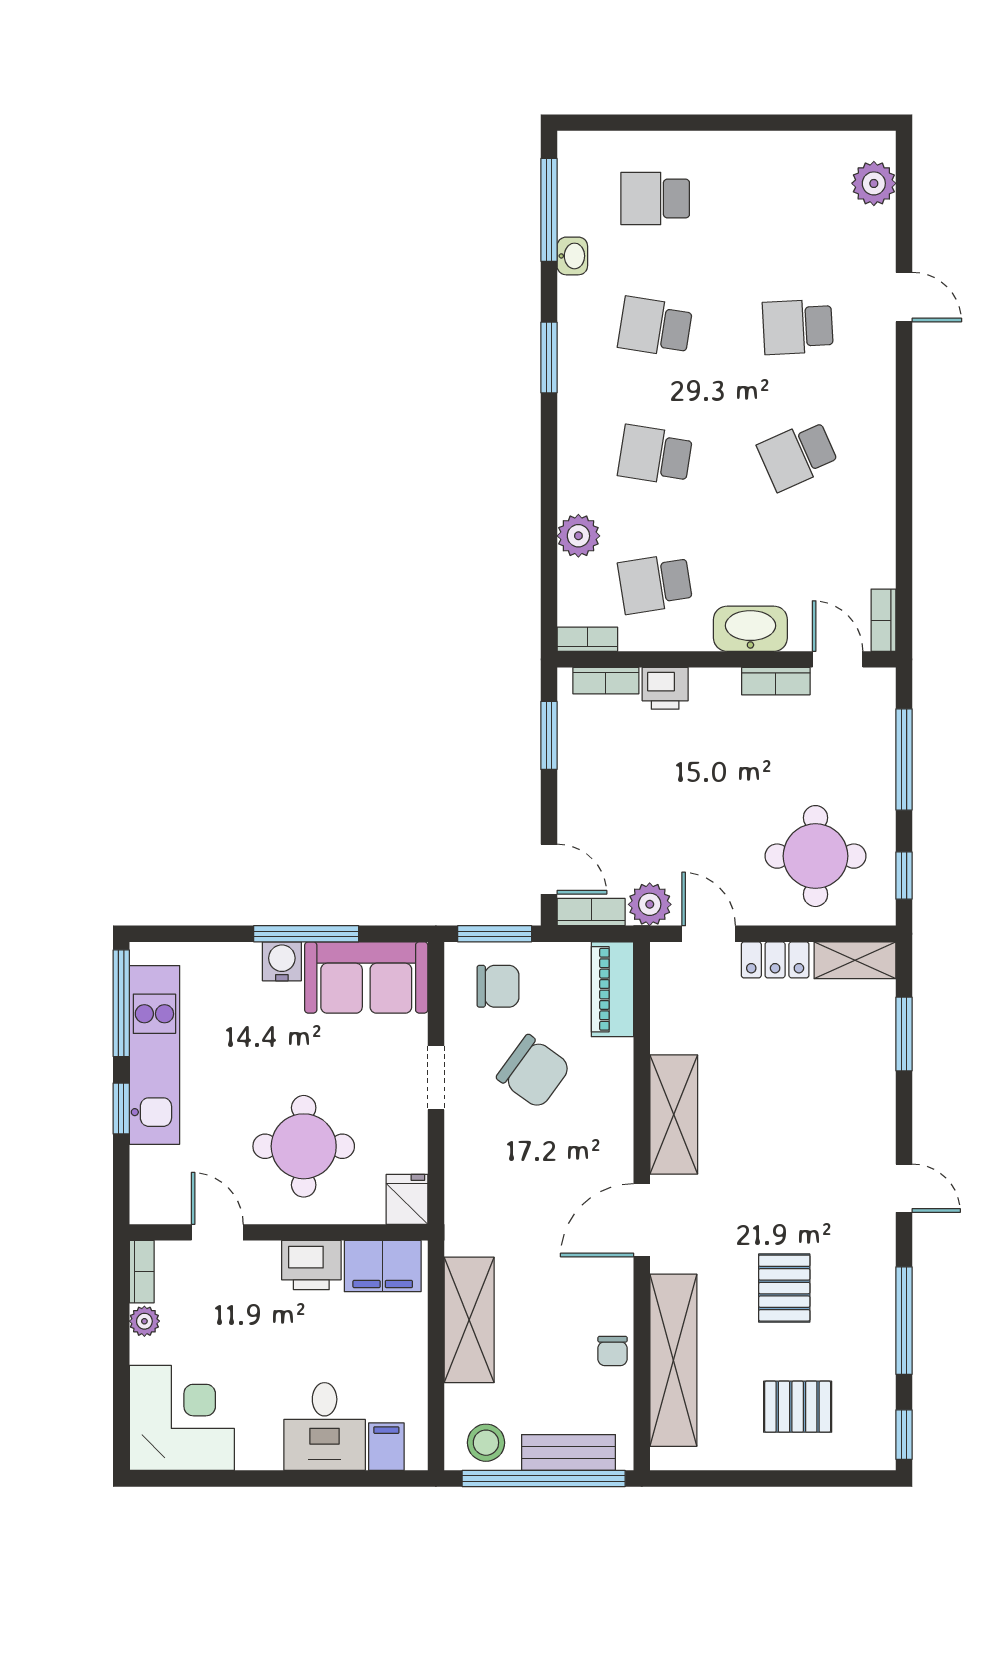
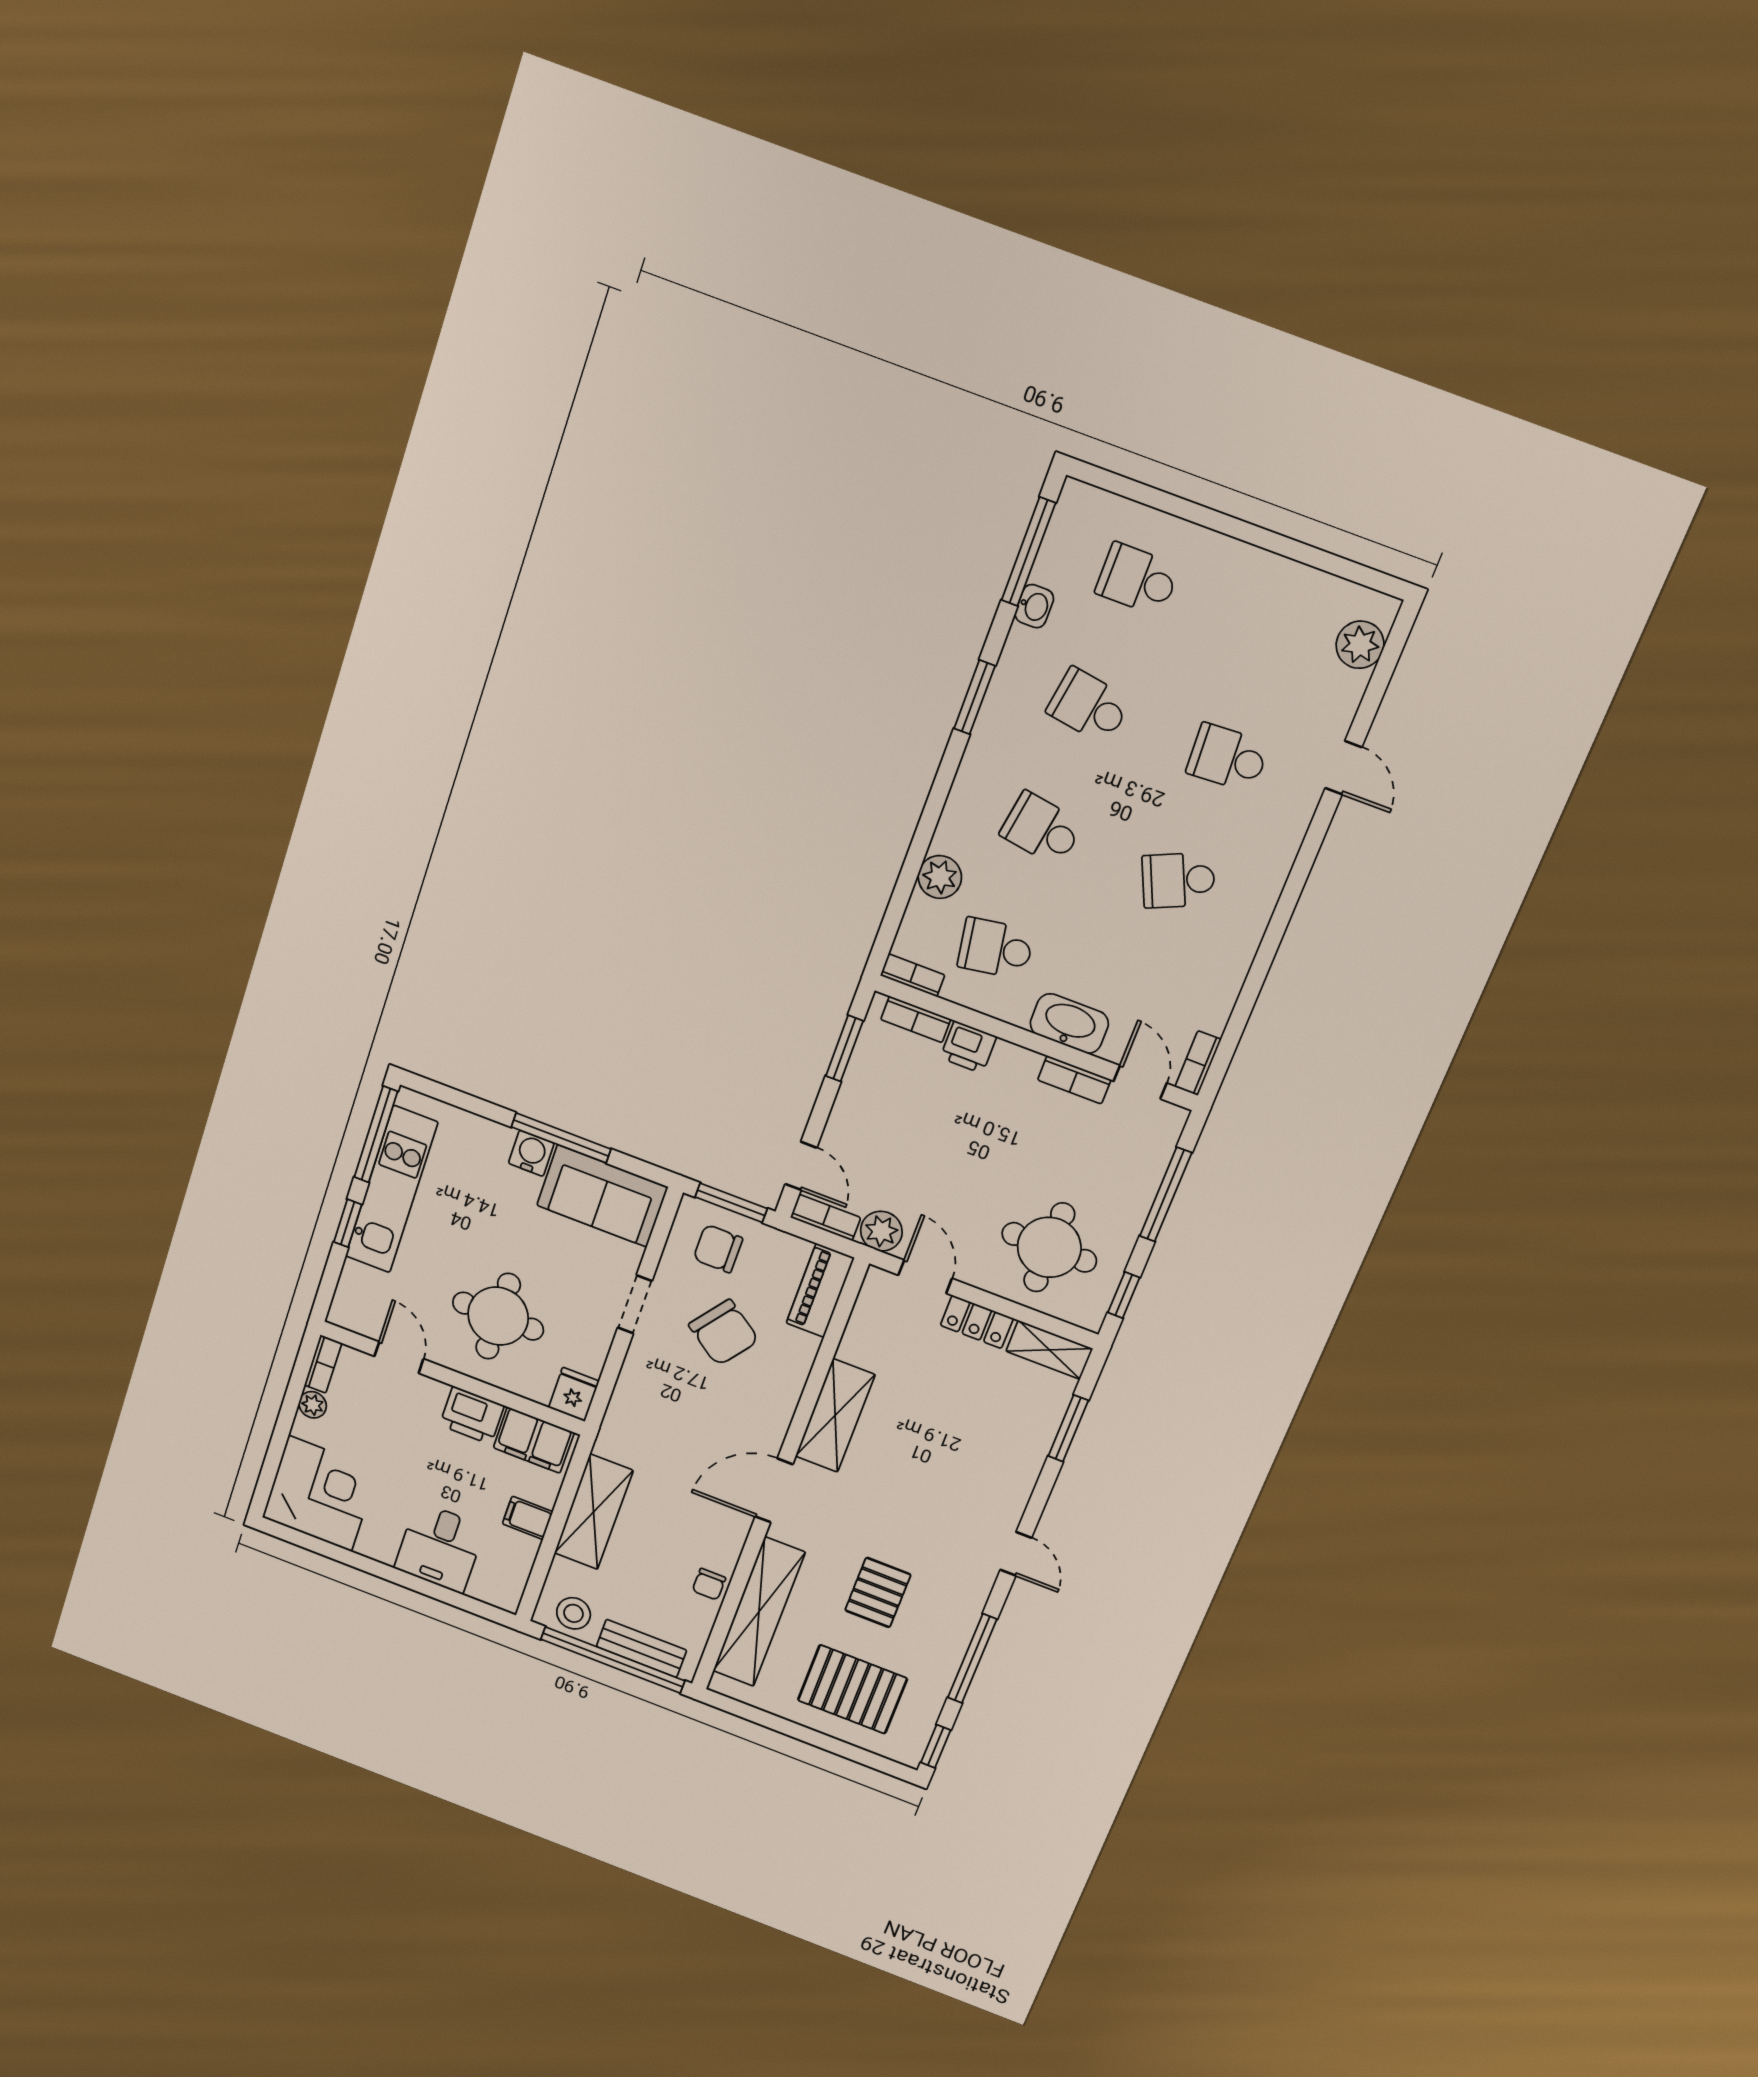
chair: (498, 986) -> (718, 1249), turned 180
pallet: (798, 1407) -> (852, 1689), width x1.50, depth x1.42
filing cabinet: (386, 1447) -> (528, 1518), moved, turned -90

